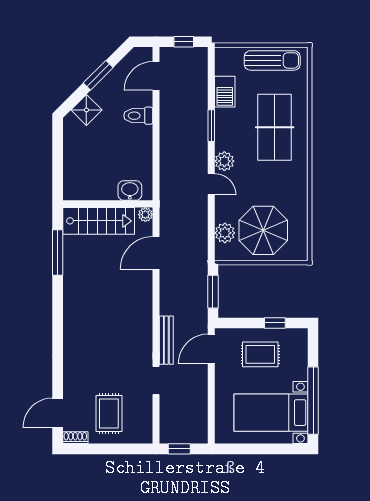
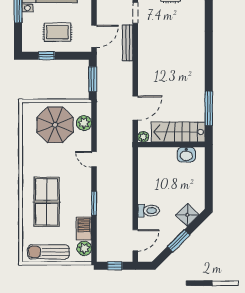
plant: (224, 161) -> (84, 248), moved
washbasin: (130, 190) -> (186, 155), moved

